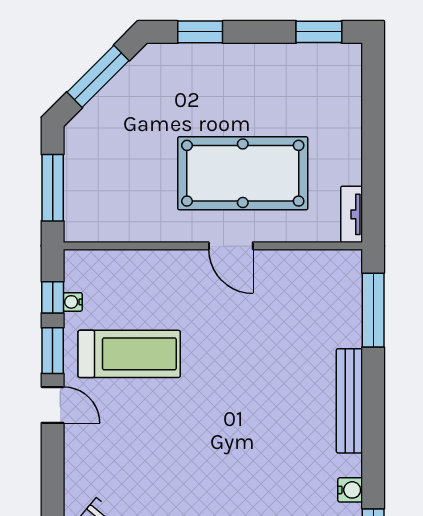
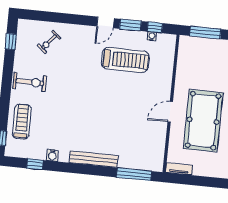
treadmill: (129, 354) -> (125, 60), turned -90

